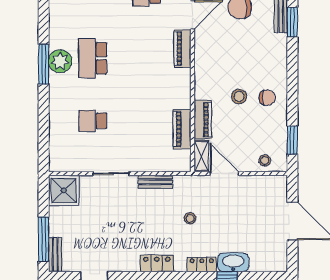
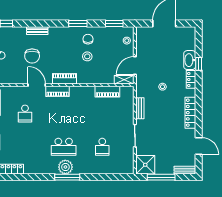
window: (292, 22) -> (78, 24), moved
piano: (203, 120) -> (64, 79), moved
window: (44, 239) -> (161, 177), moved
locker: (157, 263) -> (190, 113), width x1.53

